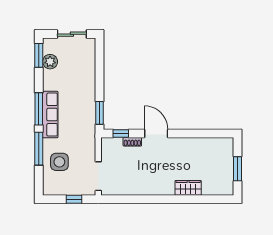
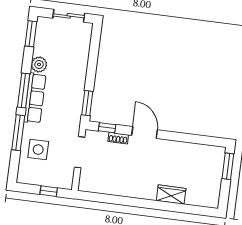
plant: (50, 62) -> (39, 64), moved
window: (238, 169) -> (228, 166), moved
doorway: (98, 176) -> (80, 152), moved

